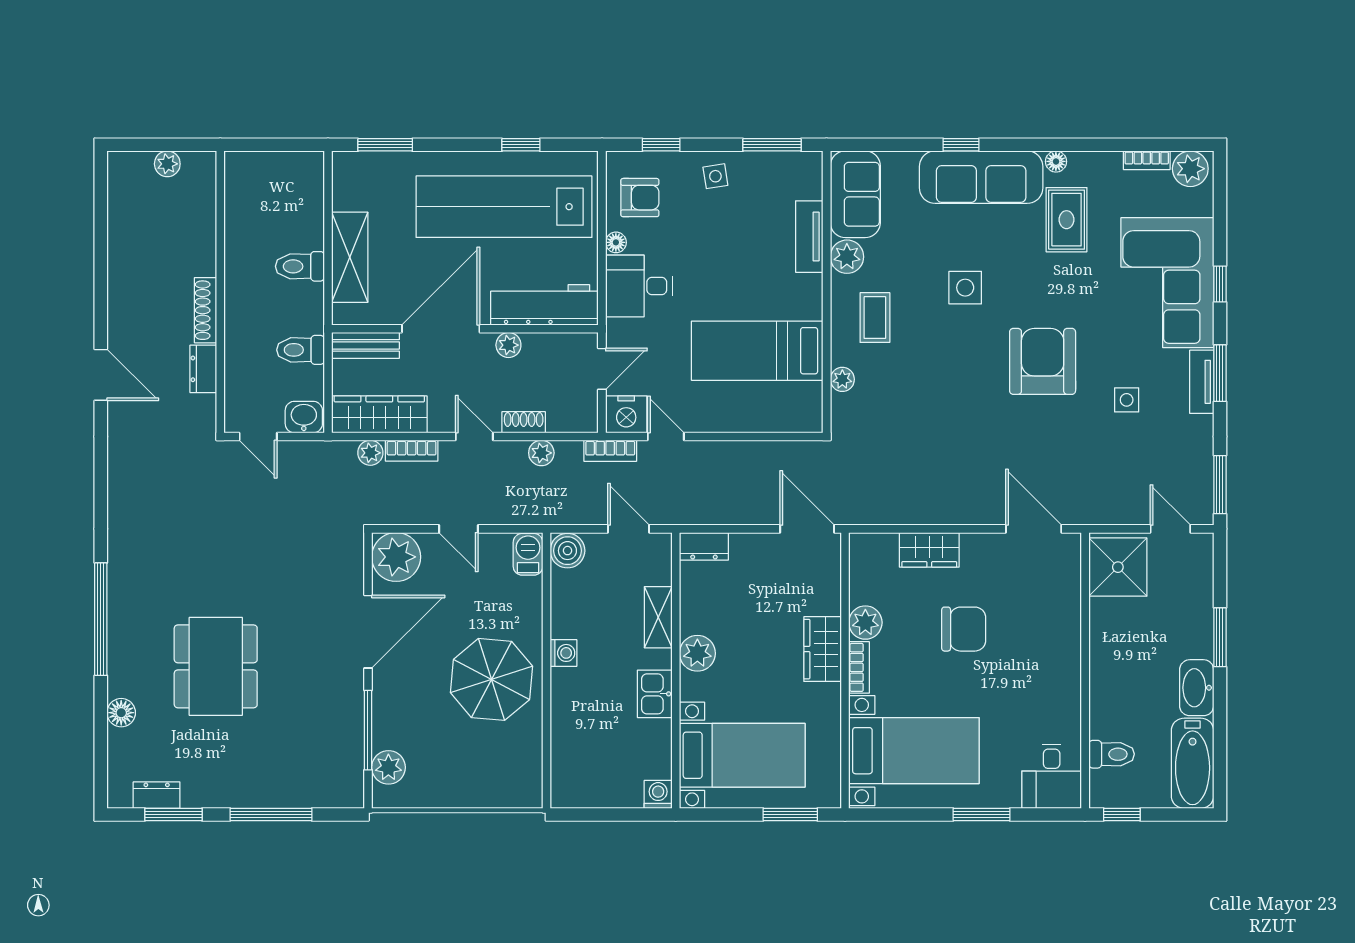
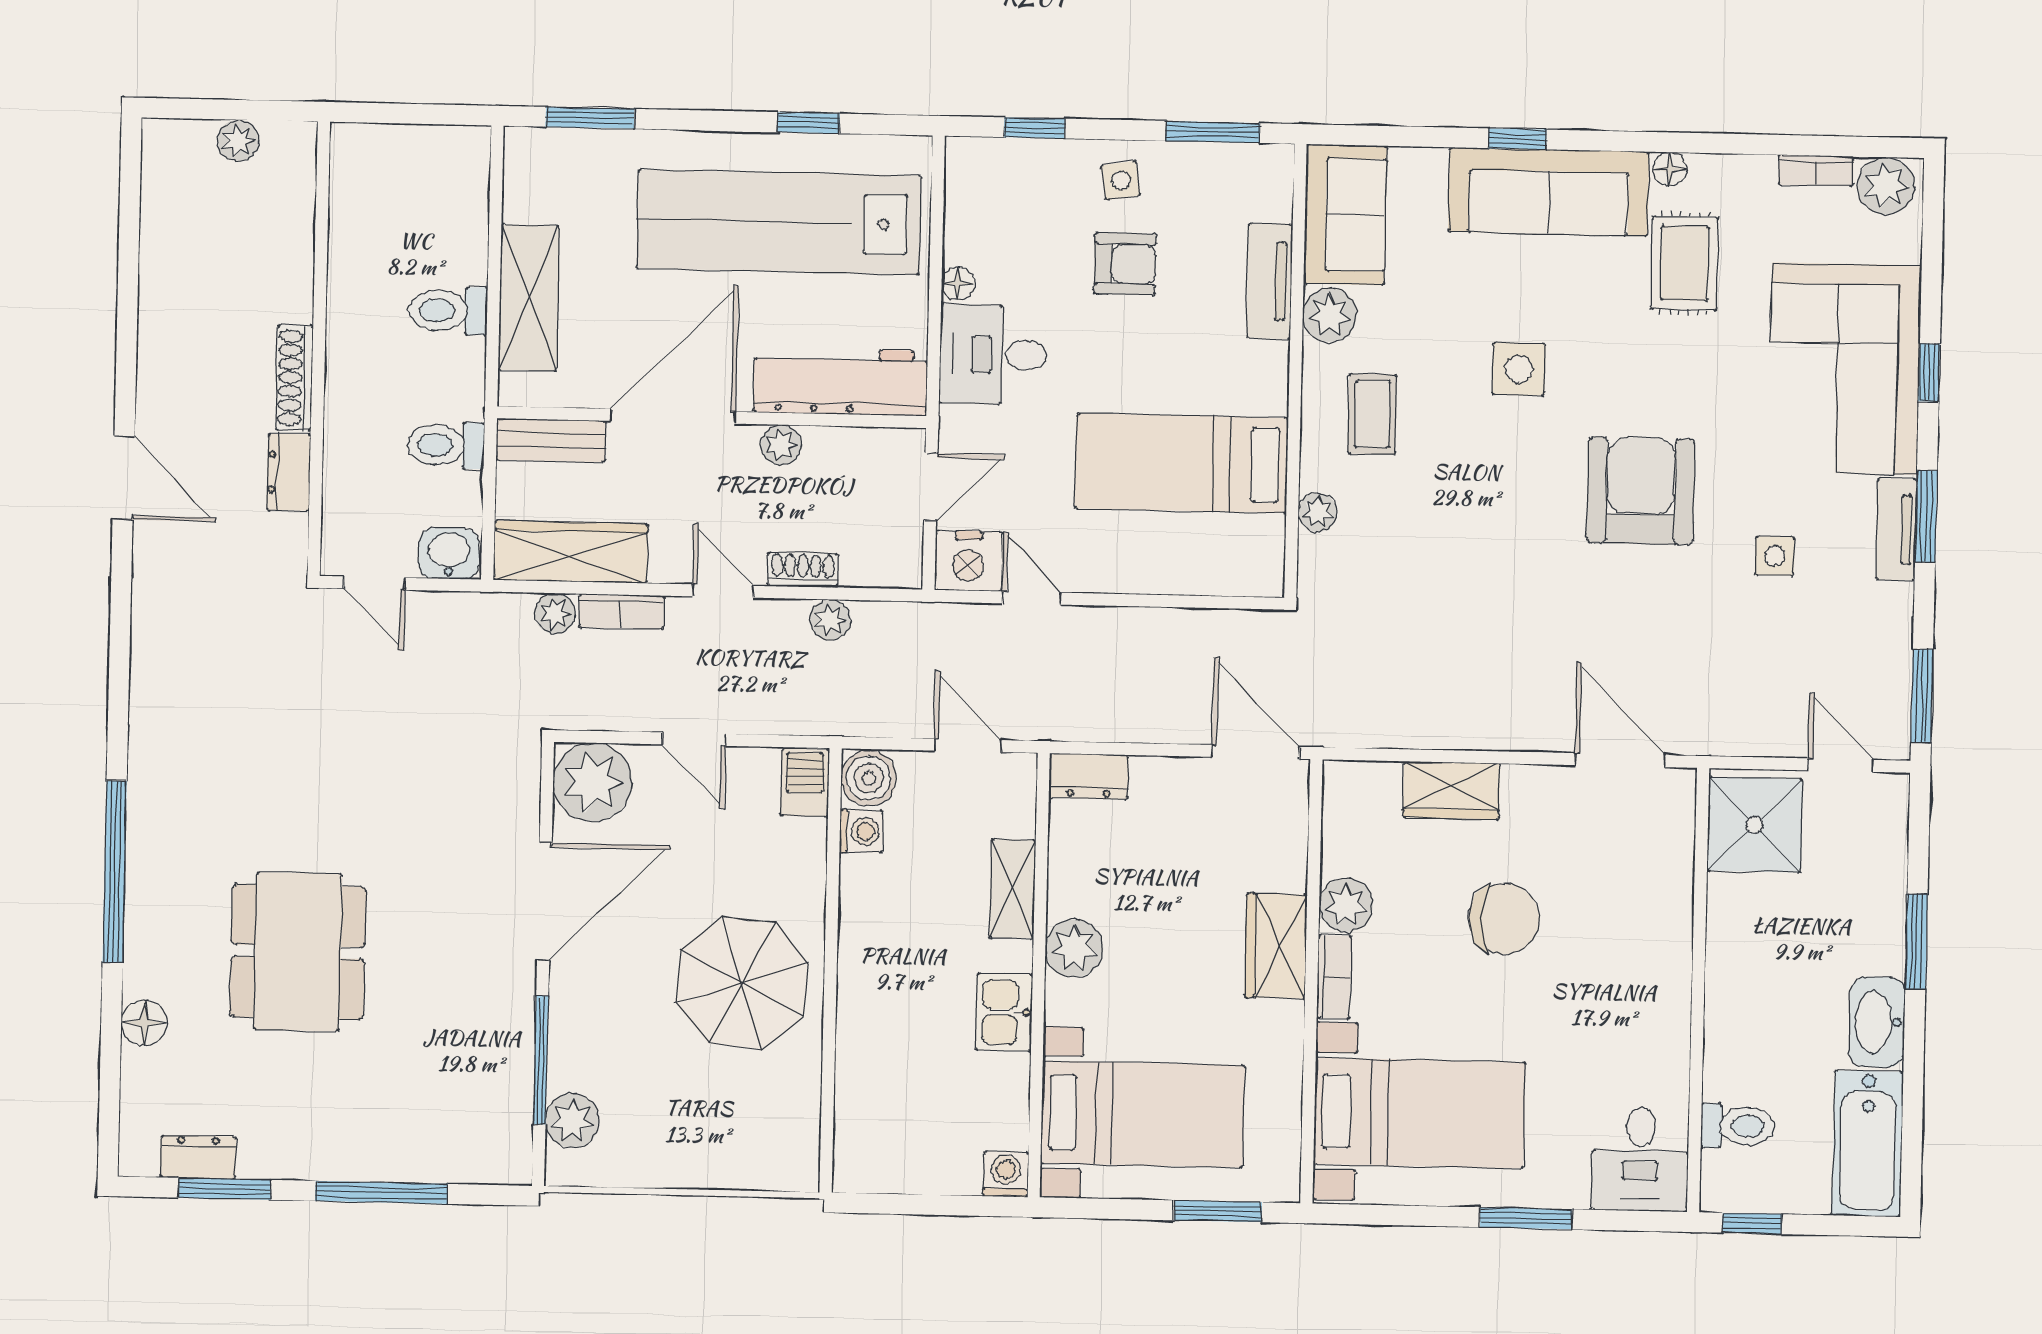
armchair: (640, 198) -> (1125, 264), moved
bookcase: (610, 451) -> (941, 619), removed
washing machine: (563, 653) -> (861, 831), moved

